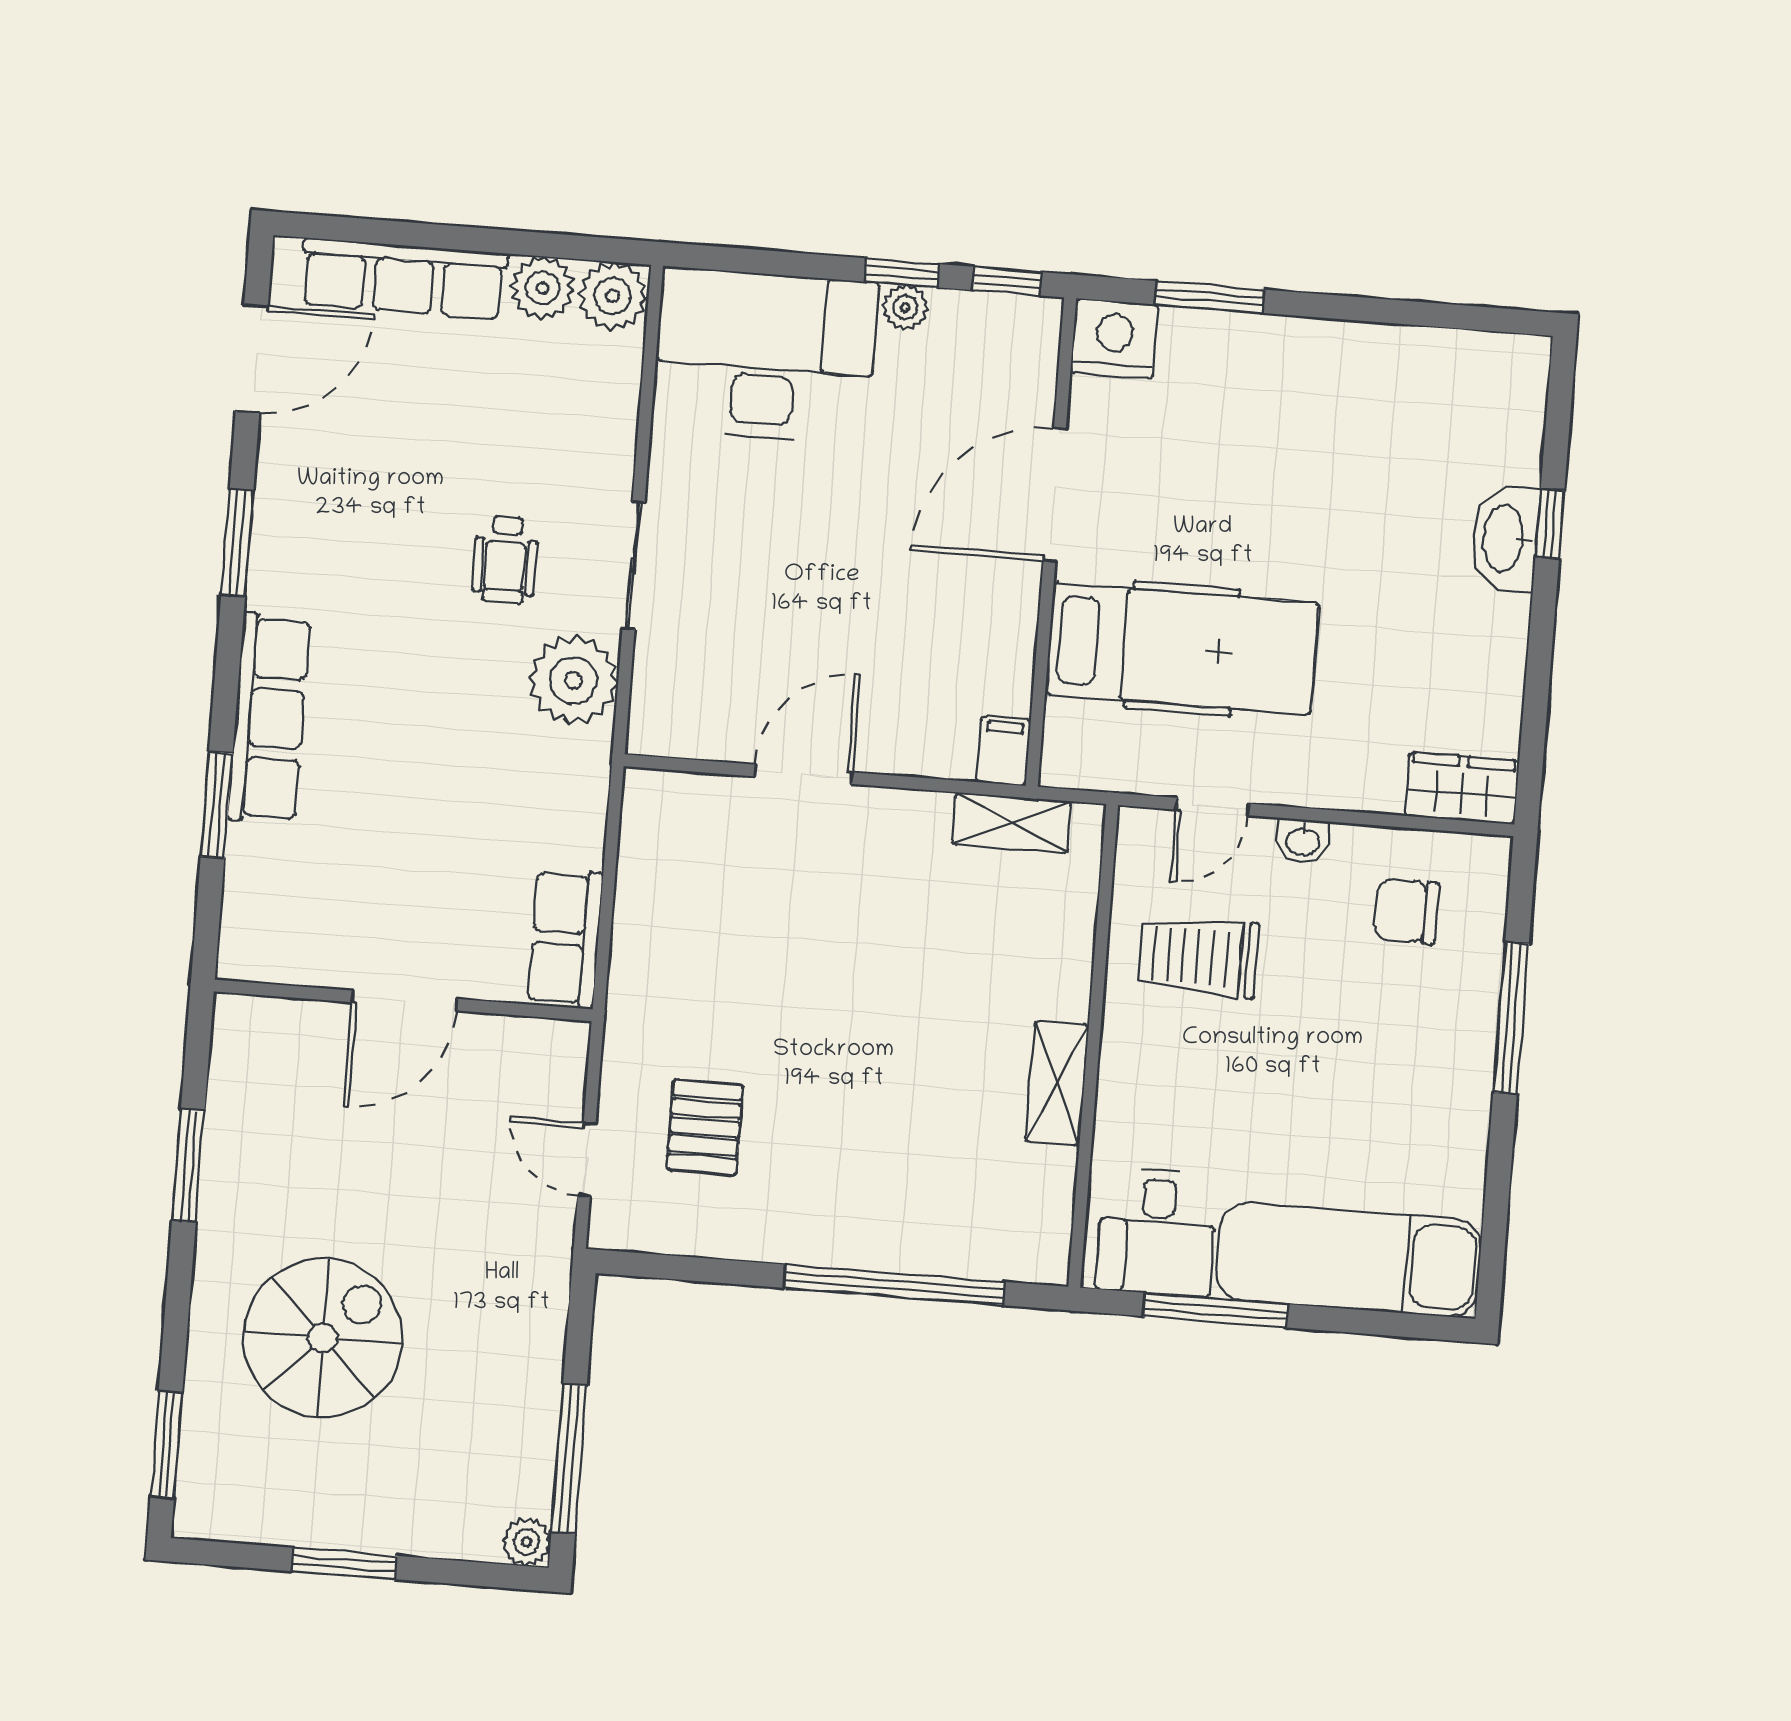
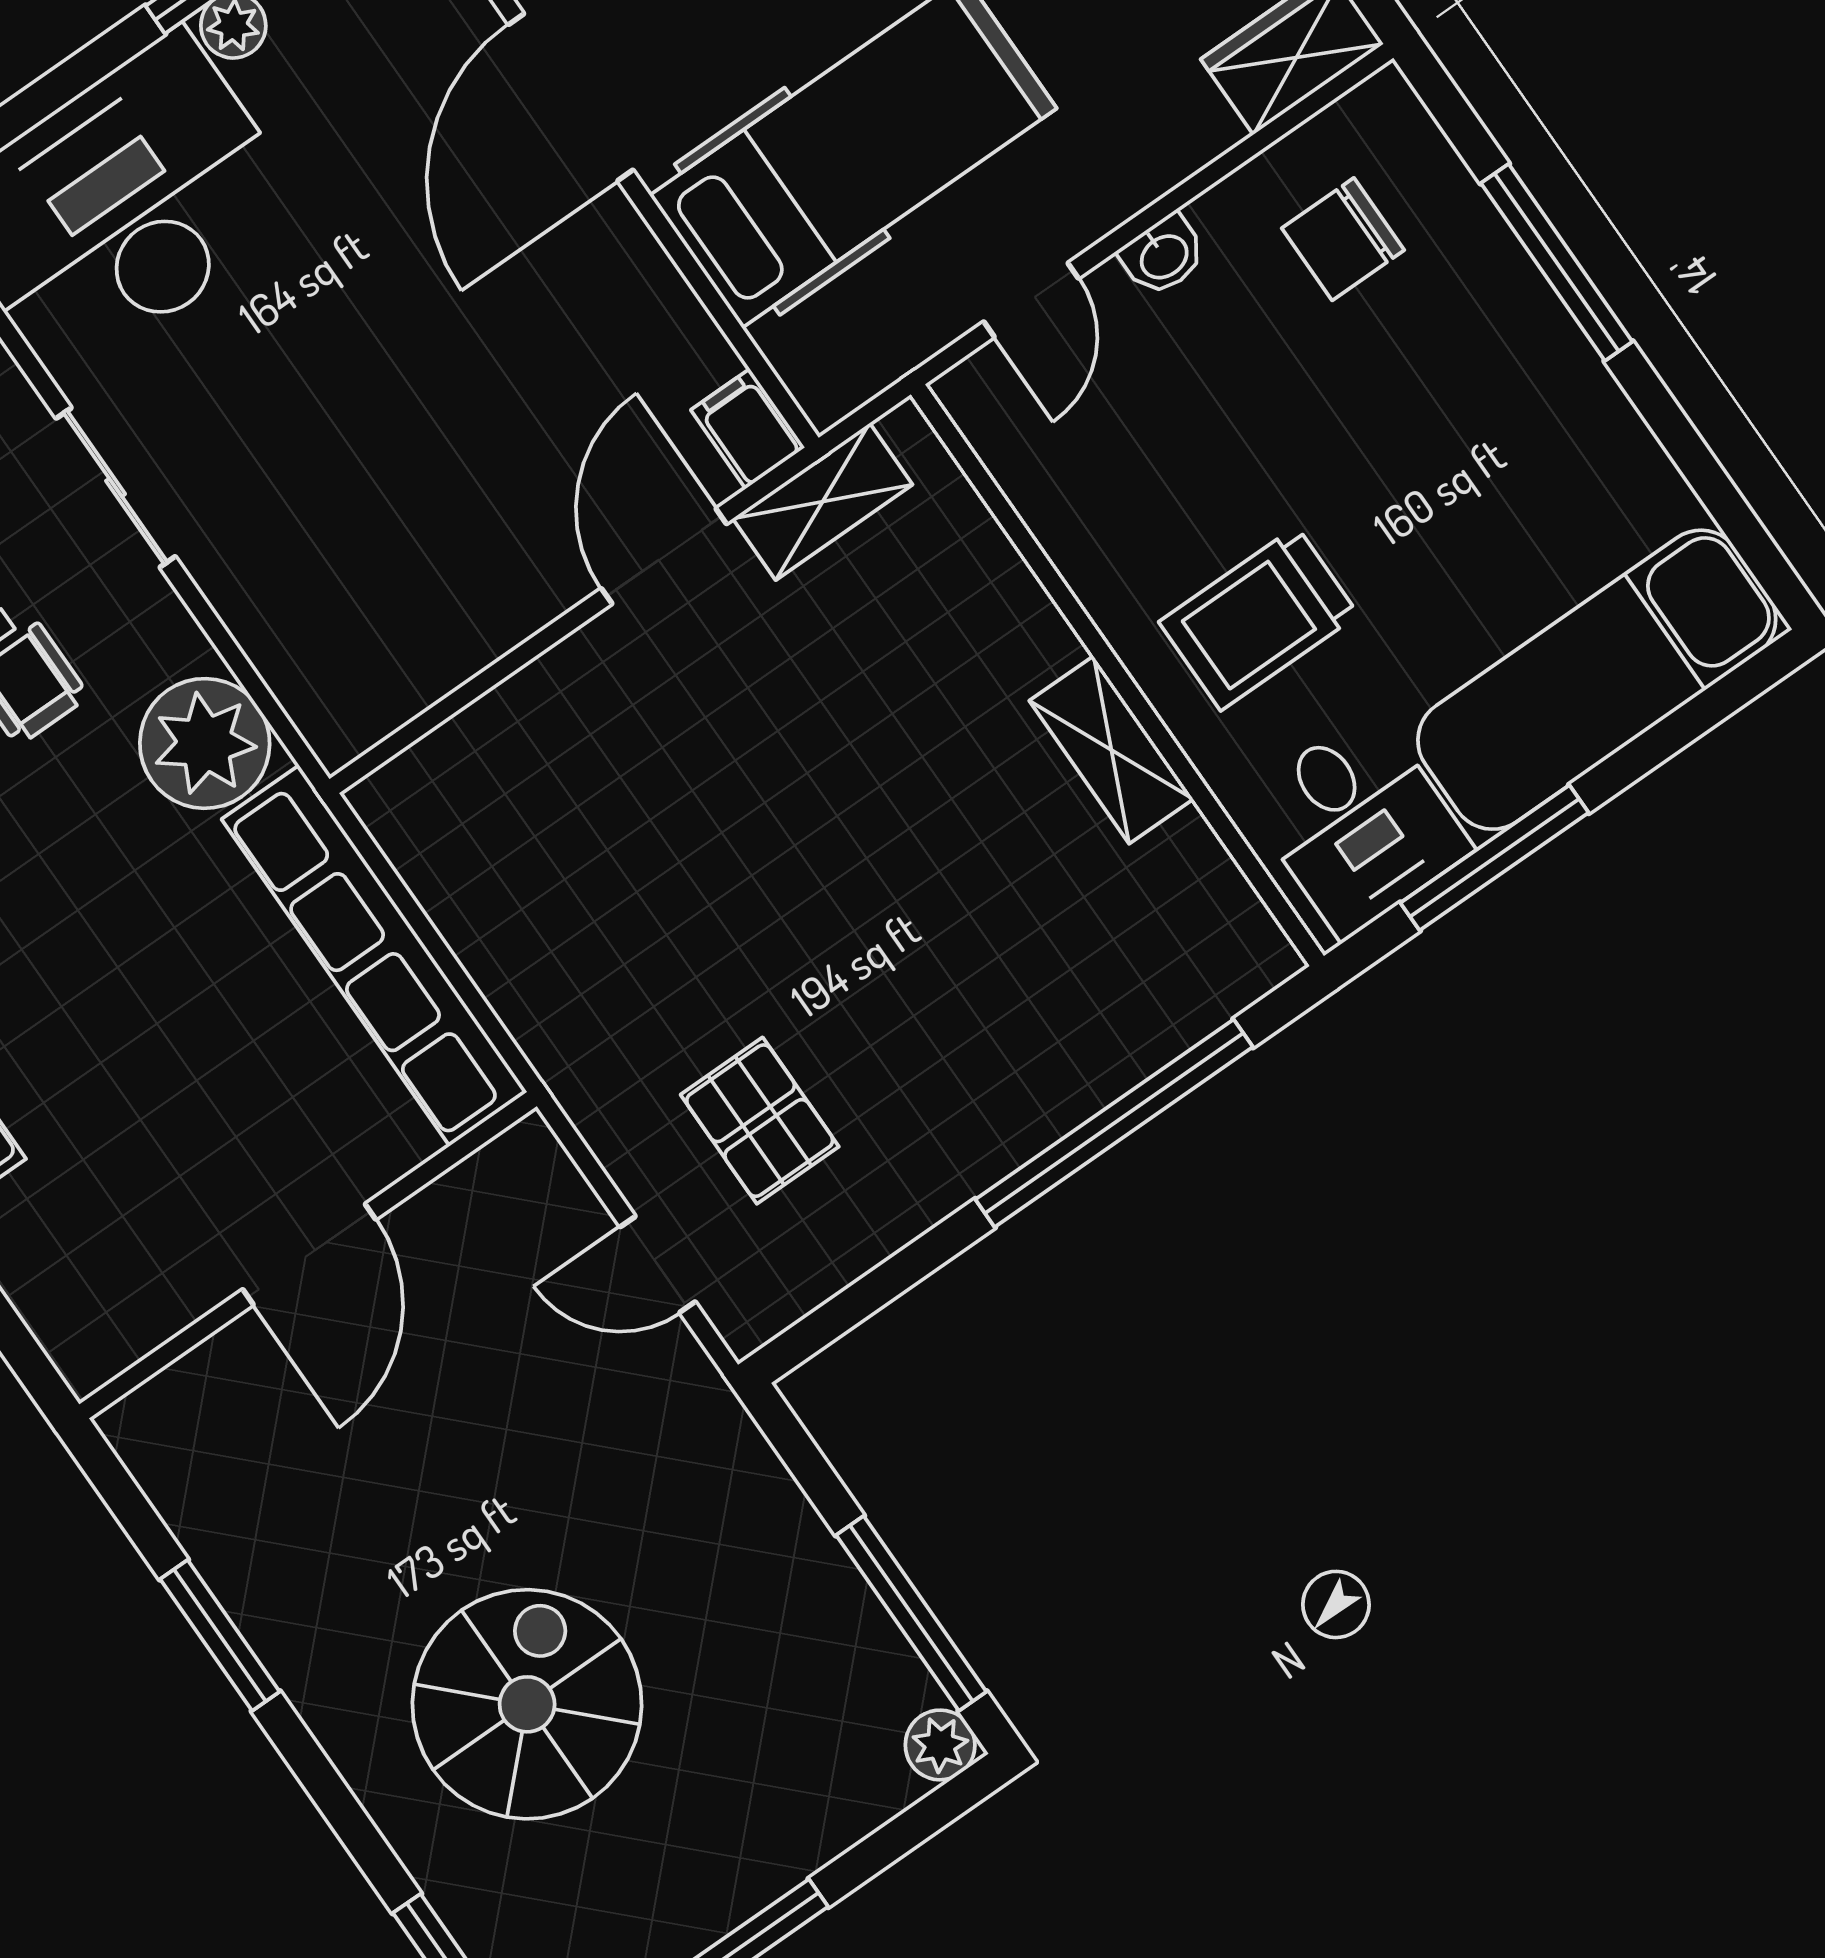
sliding door: (634, 565) -> (116, 487), moved
door: (803, 774) -> (664, 556), moved
row of seats: (565, 938) -> (374, 956), width x2.02
trolley: (1198, 957) -> (1259, 618), moved

